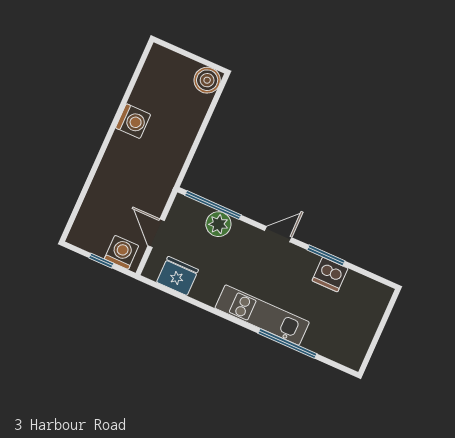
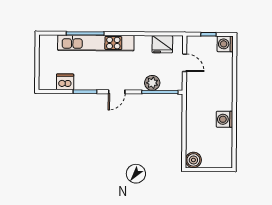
washing machine: (122, 252) -> (225, 44), moved, turned 90
dishwasher: (330, 275) -> (65, 82), moved
kitchen unit: (262, 315) -> (96, 43), width x1.36

